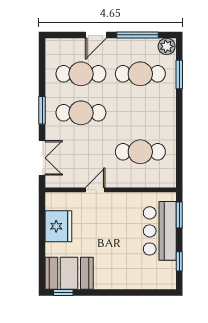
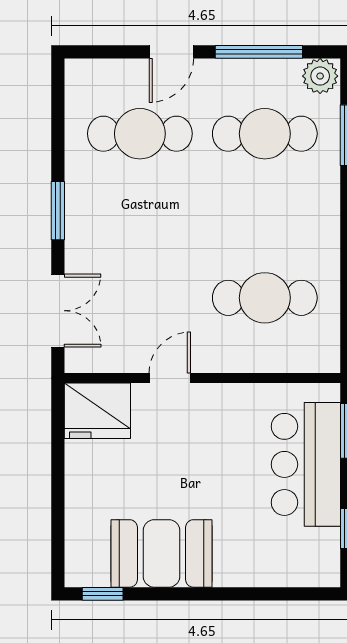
cafe table: (81, 113) -> (140, 216), removed
fridge: (58, 226) -> (97, 411), moved, turned 90
booth: (69, 273) -> (161, 553), moved

